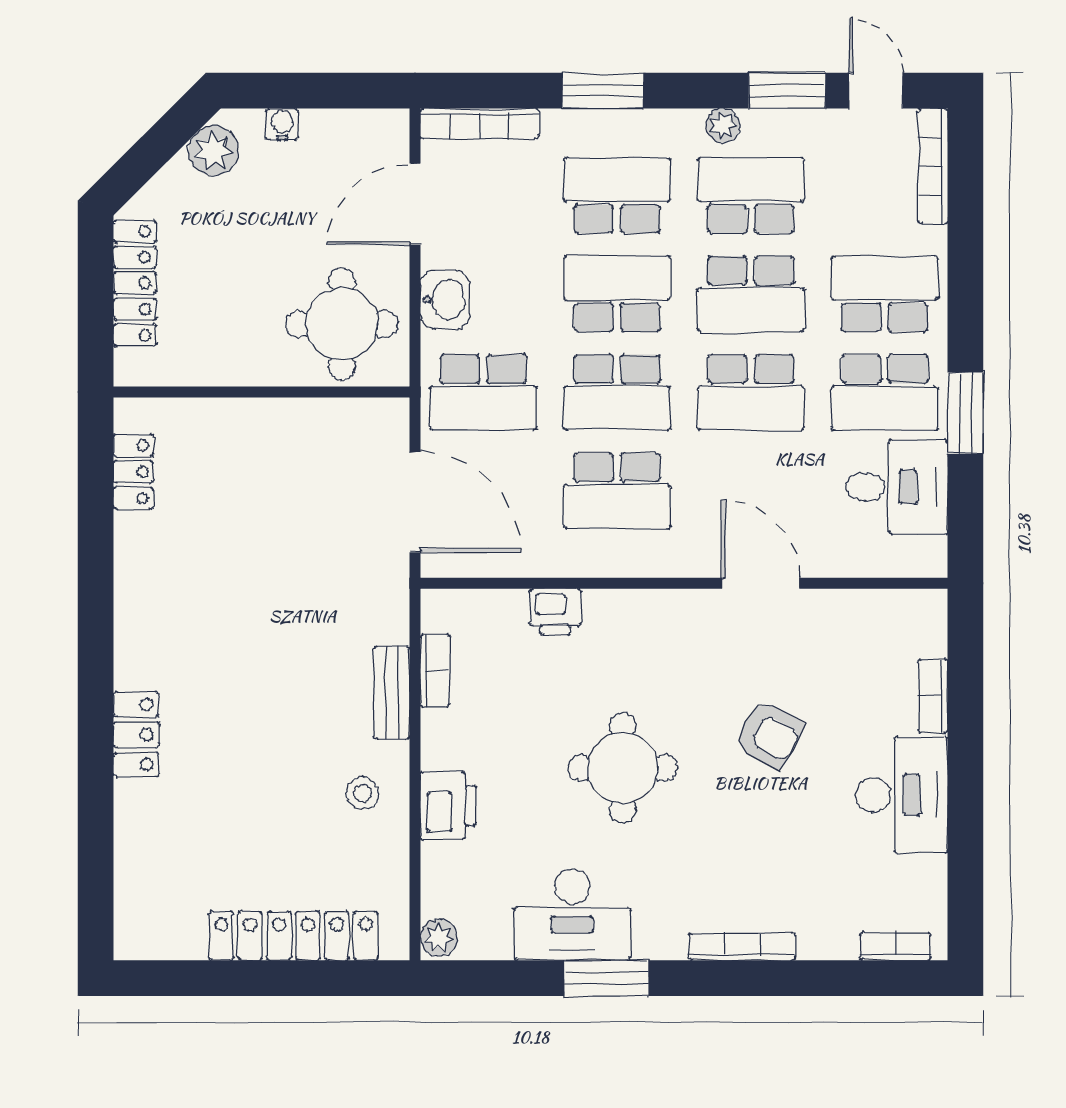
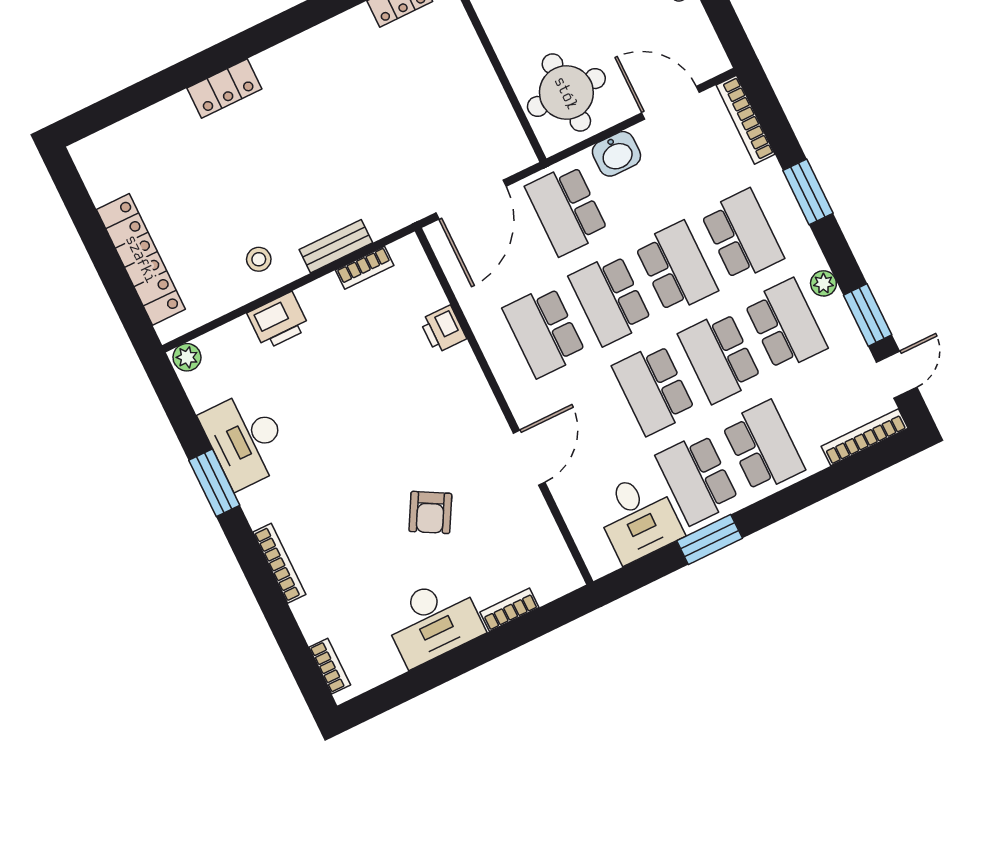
round table: (623, 768) -> (361, 425), removed

